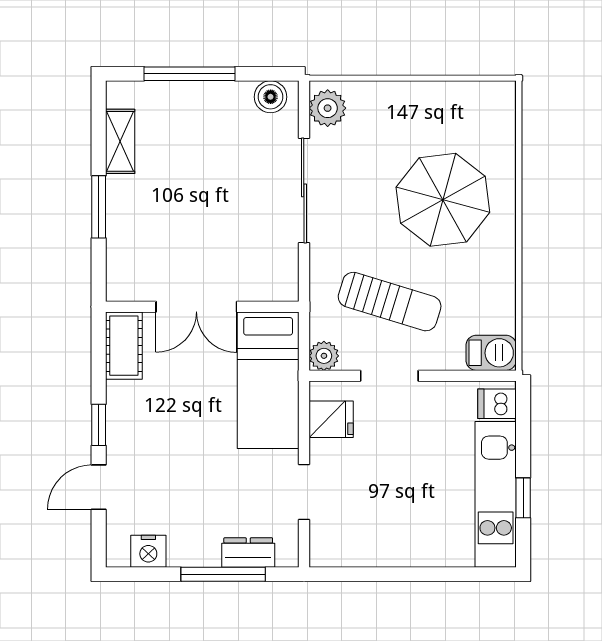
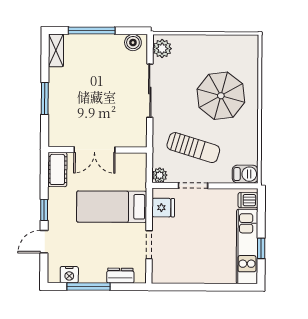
shelving: (120, 141) -> (56, 50), moved
bed: (268, 380) -> (112, 207), moved, turned 90
window: (223, 574) -> (88, 287), moved

